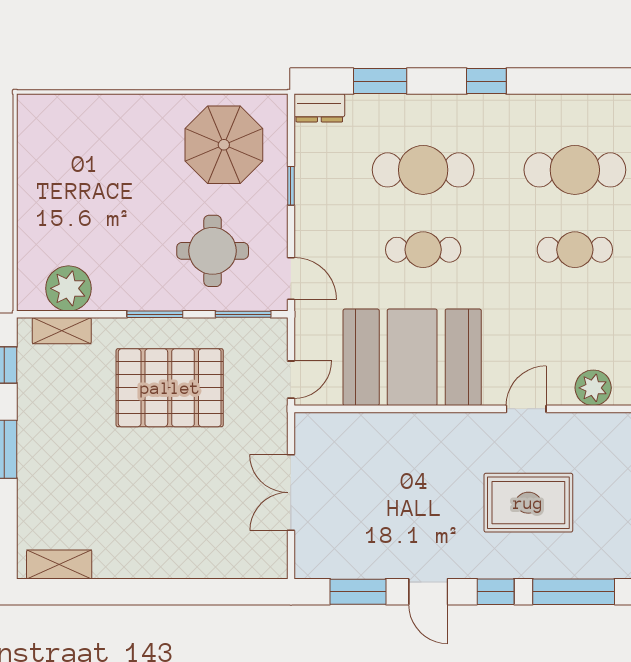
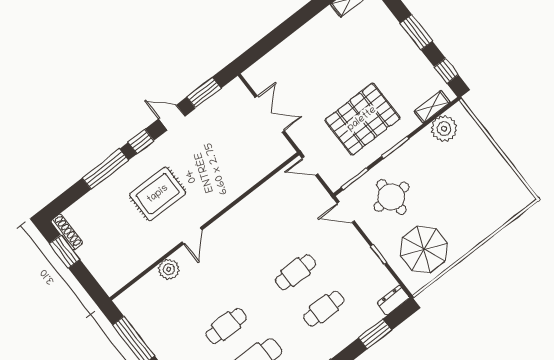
cafe table: (423, 170) -> (324, 309), width x0.73, depth x0.74
booth: (412, 357) -> (262, 219), removed
door: (291, 380) -> (310, 166), hinge flipped

